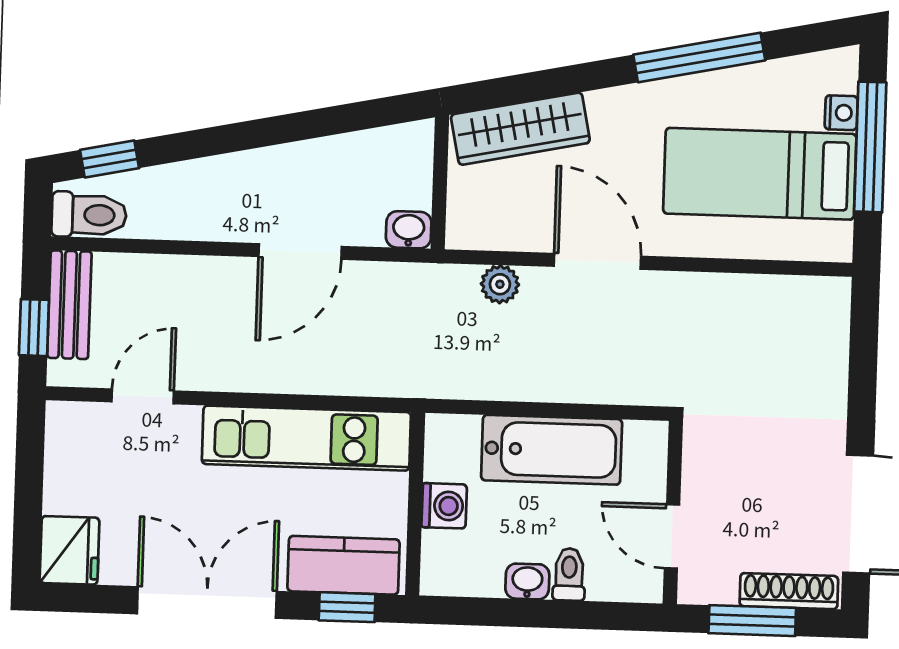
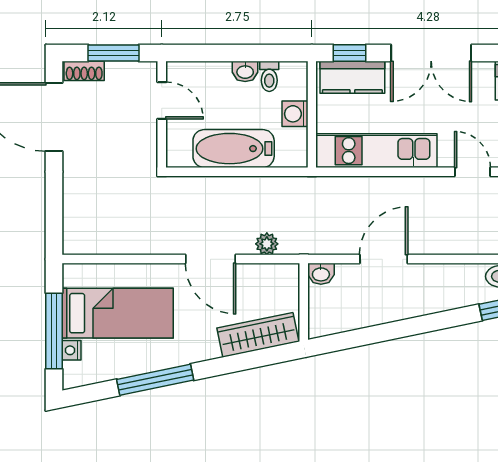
door: (143, 396) -> (472, 172), swing flipped
toilet: (569, 574) -> (269, 76), moved
shoe rack: (789, 591) -> (84, 71), width x0.70

